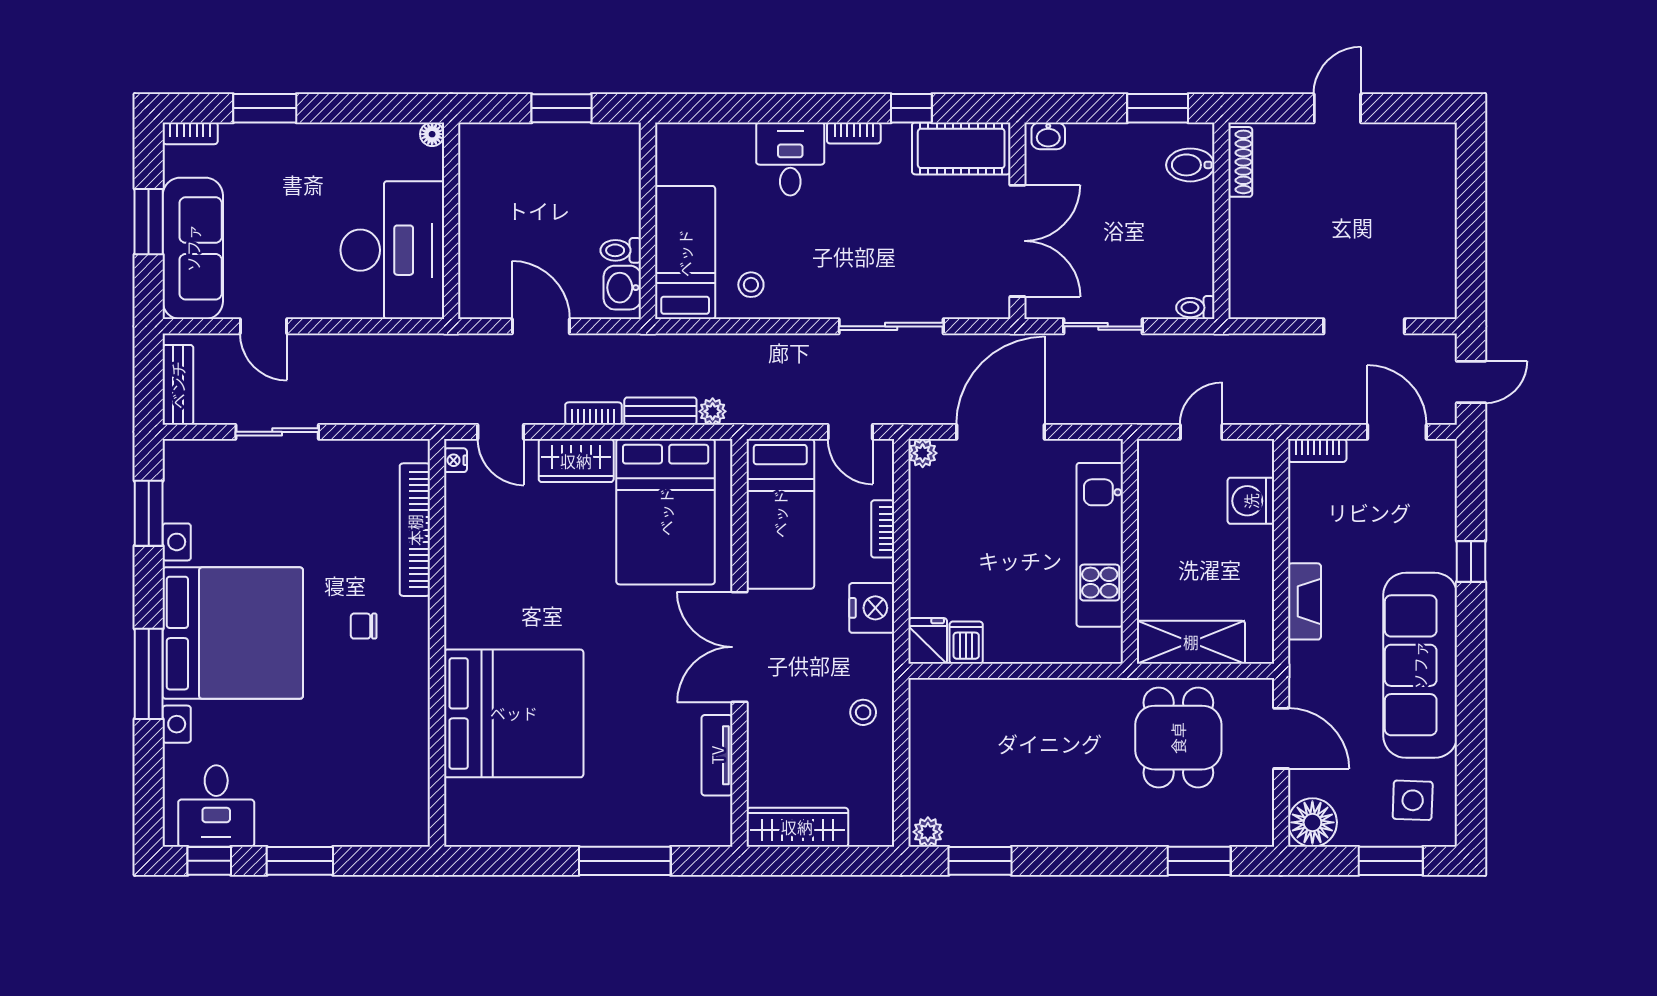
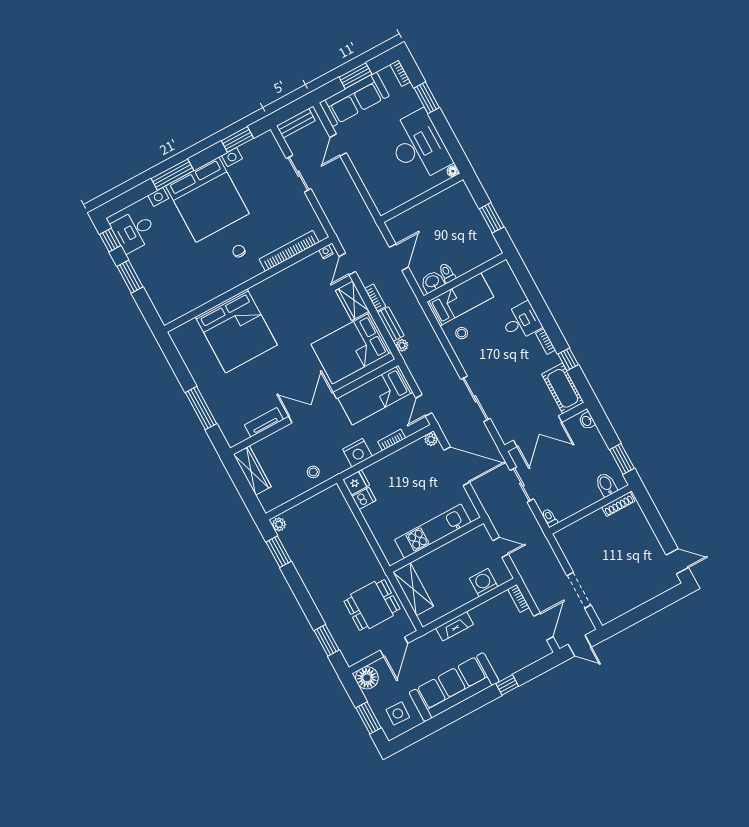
door: (1337, 108) -> (677, 561), moved
desk: (392, 250) -> (418, 146), moved, turned -90

